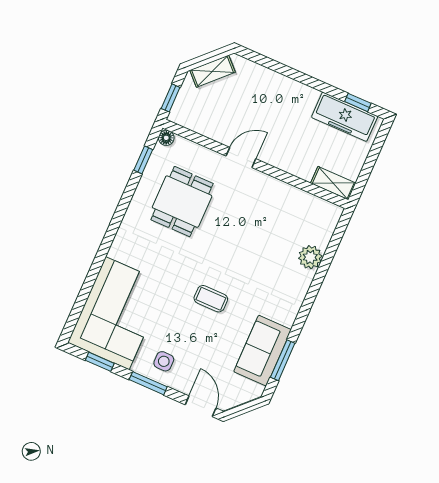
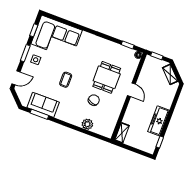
freezer: (345, 117) -> (159, 121), moved
dining table: (182, 202) -> (107, 77), moved, turned 90
chair: (259, 240) -> (94, 100), added

